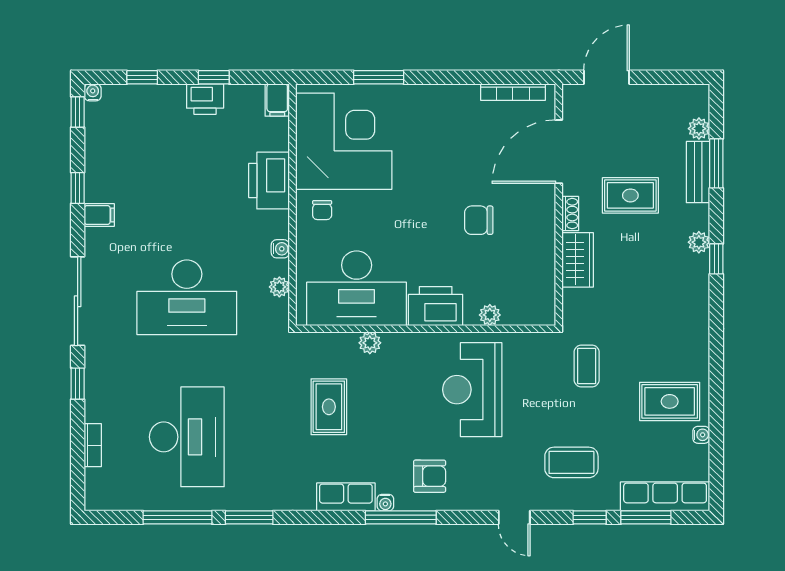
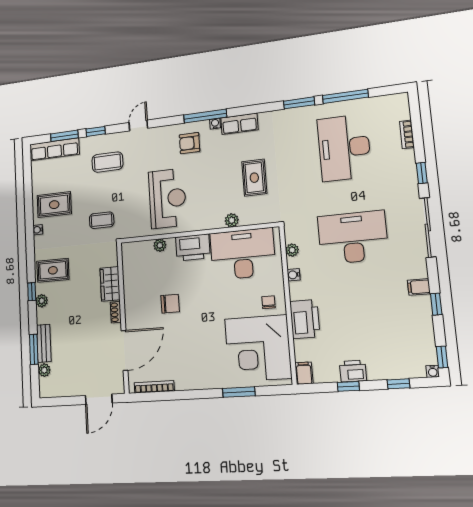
rug: (630, 195) -> (53, 270), moved
coffee table: (587, 366) -> (102, 220), turned 90
water cooler: (701, 435) -> (38, 230), moved
door: (514, 517) -> (138, 125), hinge flipped

